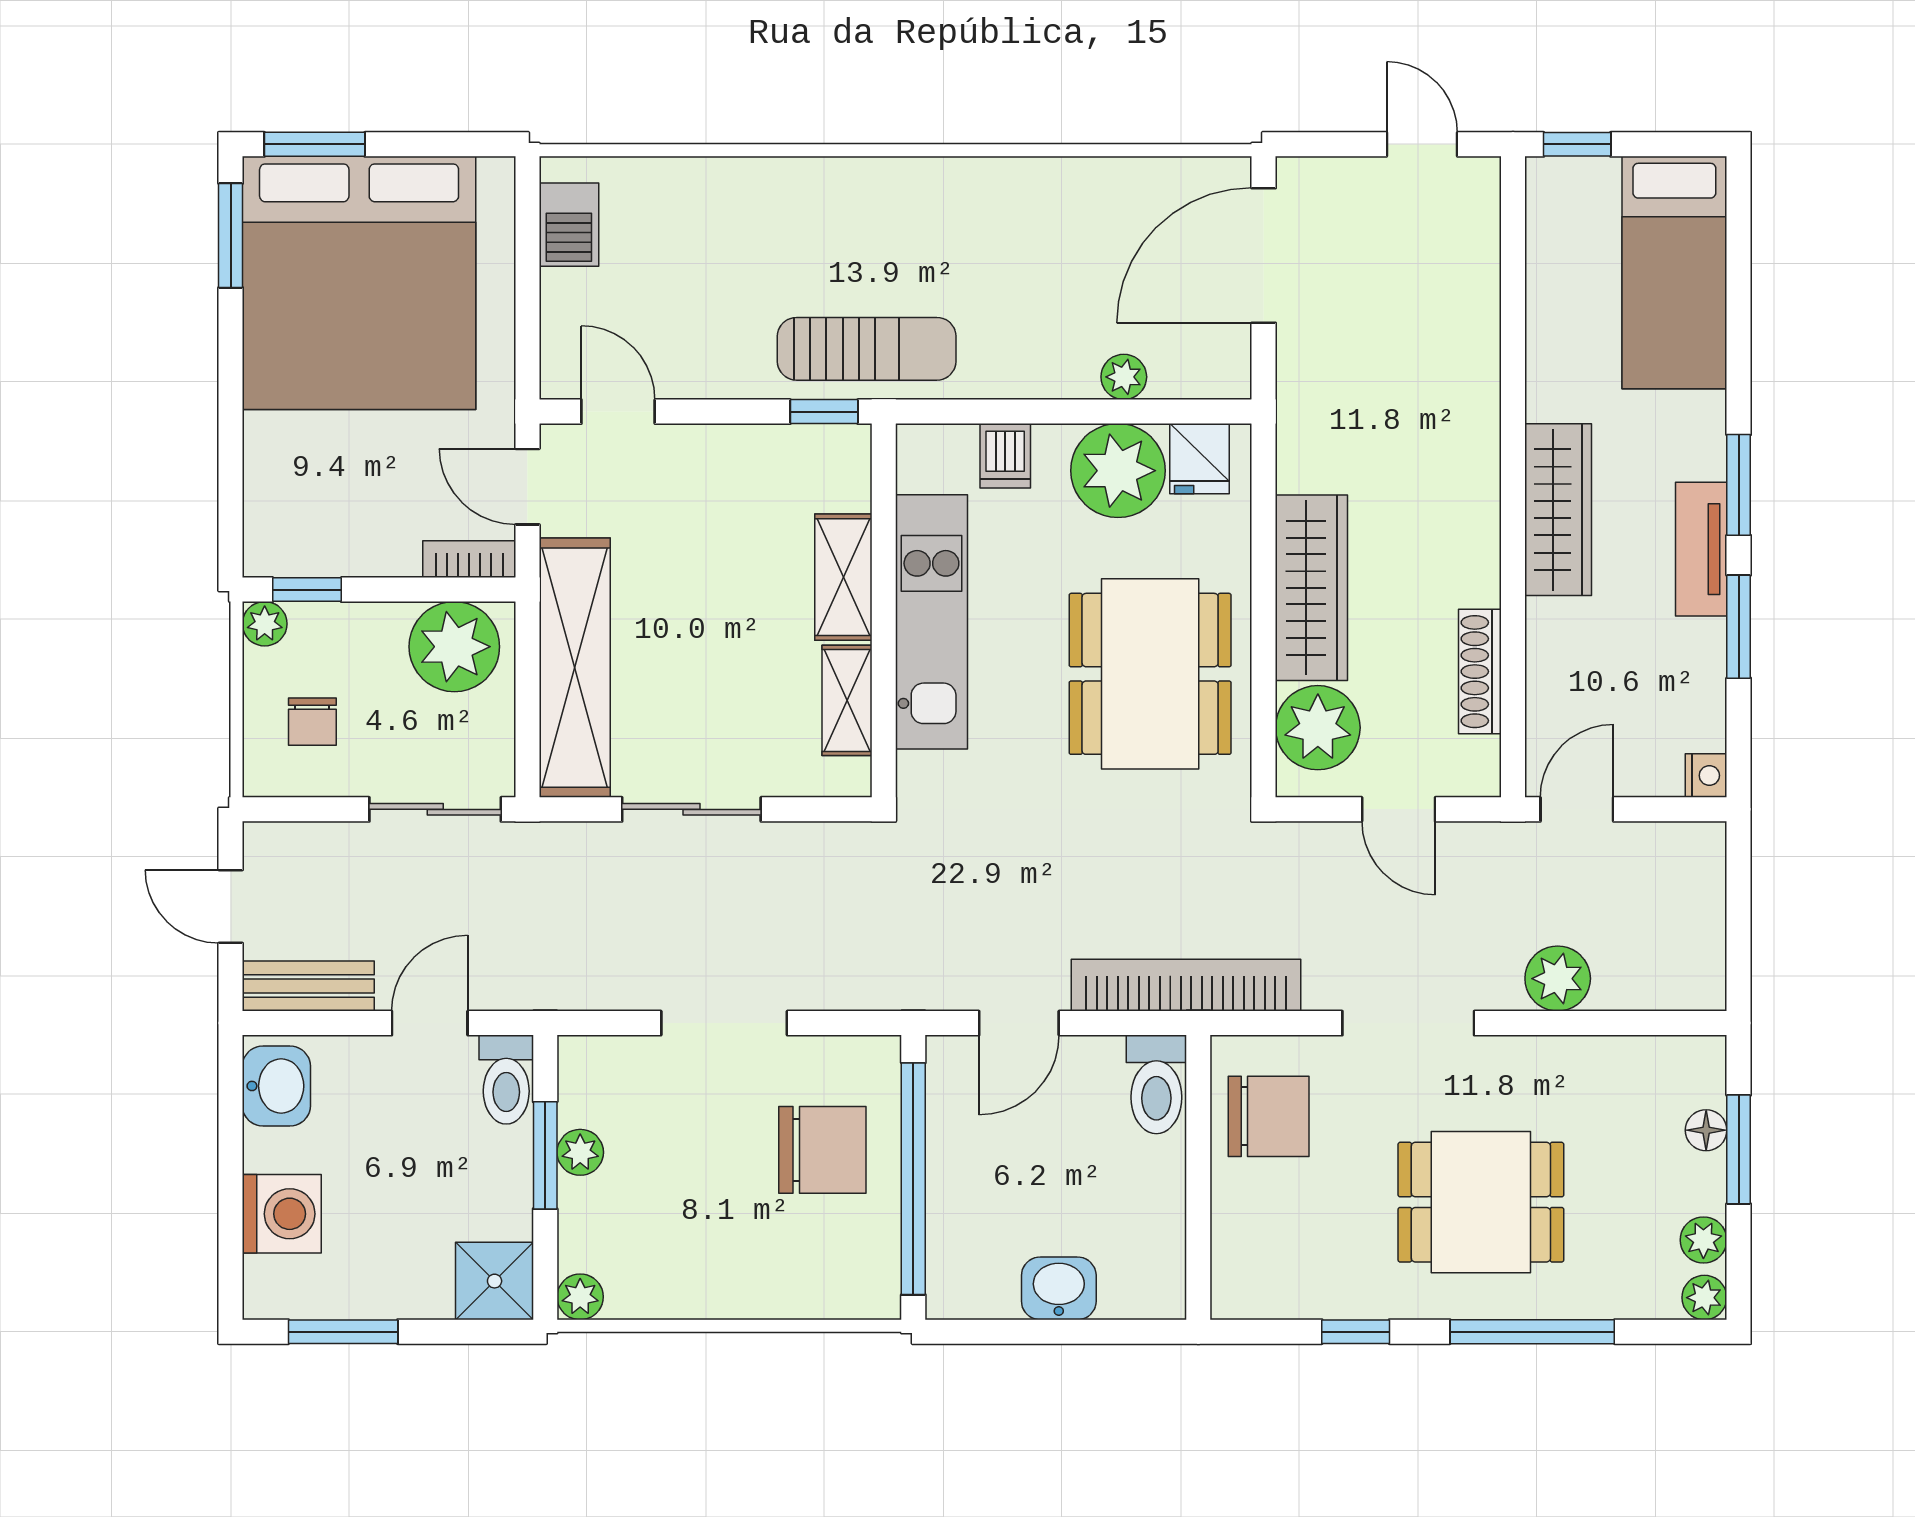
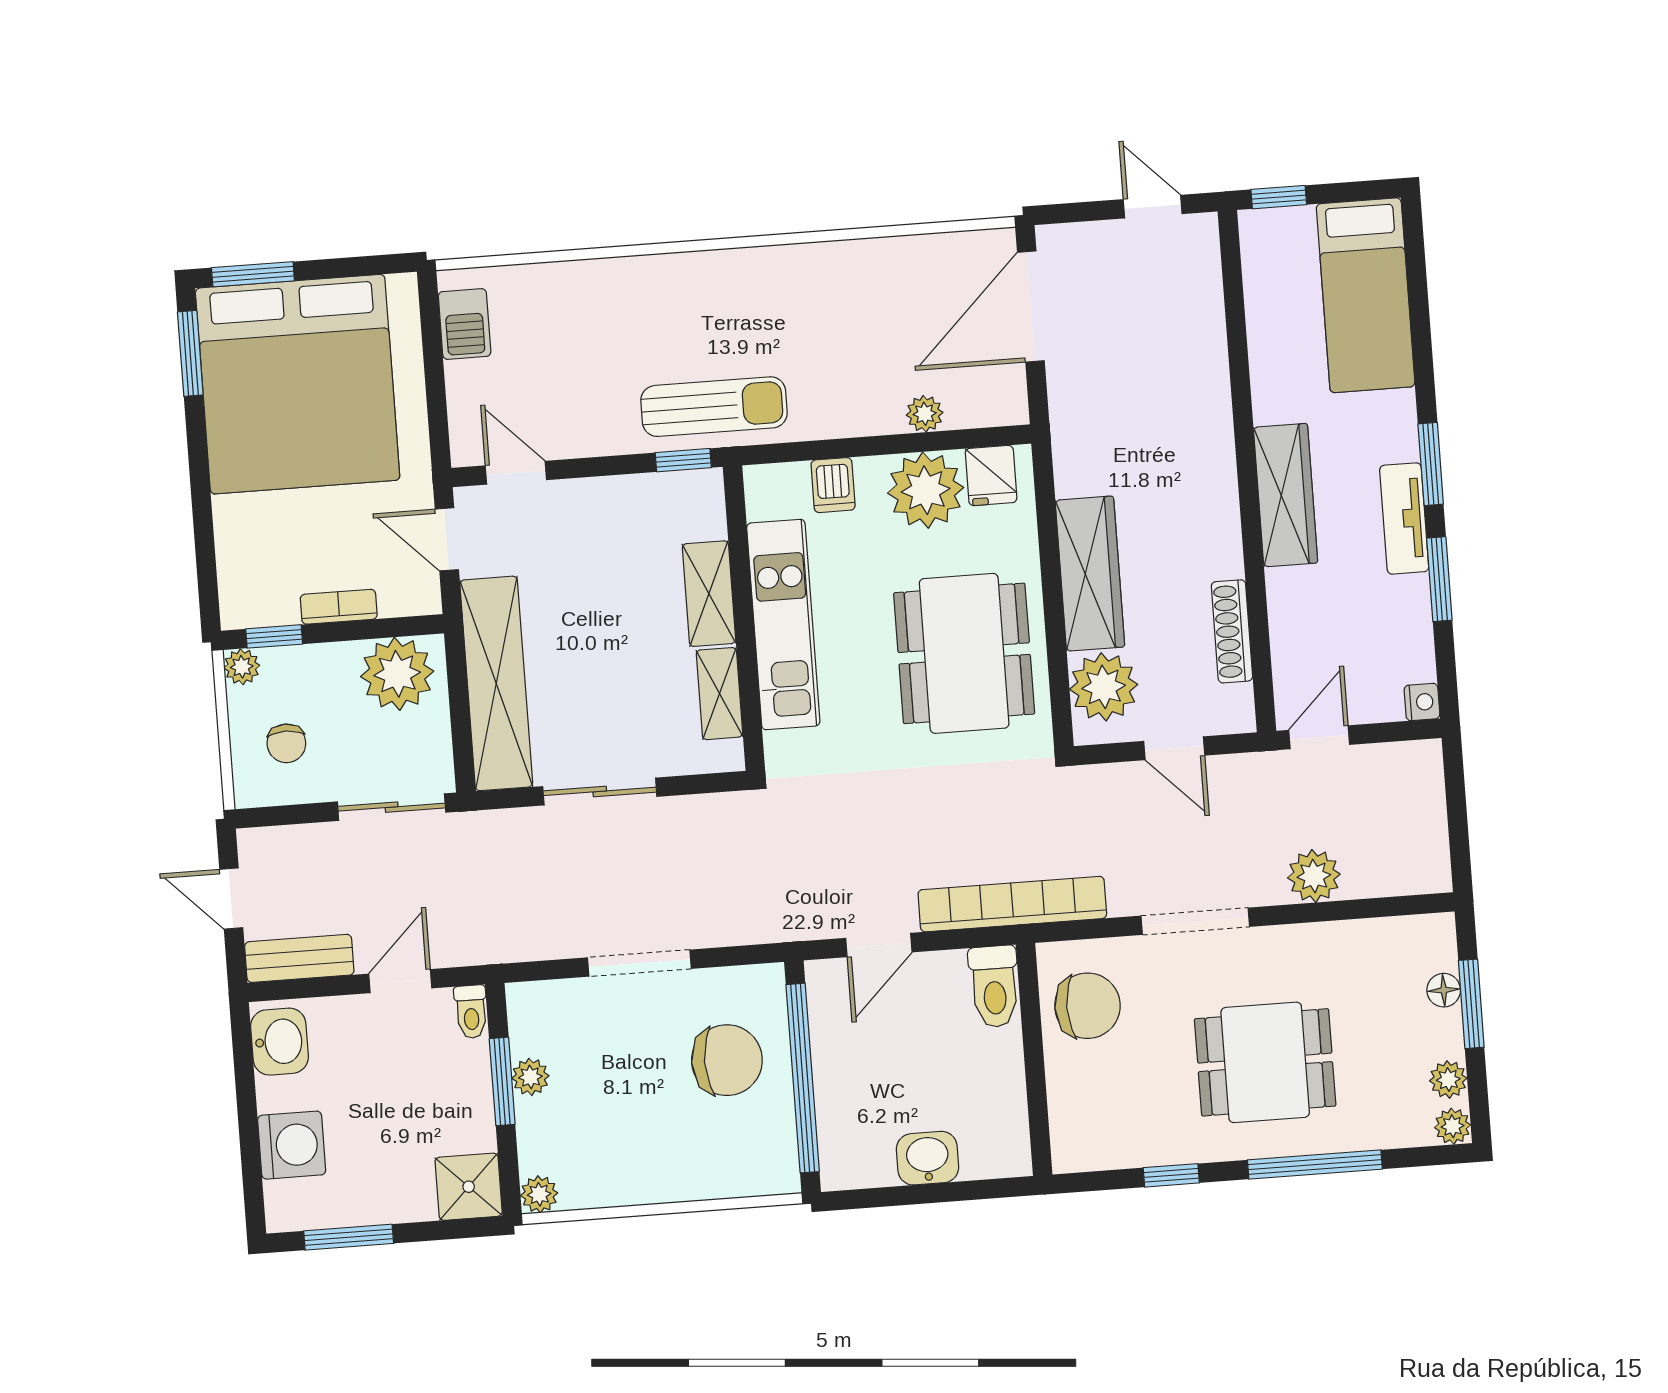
bookcase: (469, 559) -> (339, 607), moved
toilet: (506, 1080) -> (471, 1012), width x0.73, depth x0.72

